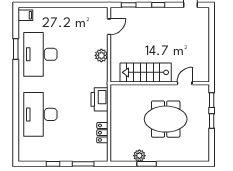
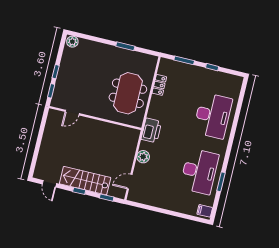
stairs: (146, 72) -> (85, 181), moved, turned 180
printer: (100, 99) -> (151, 130), moved
meeting table: (166, 119) -> (128, 93), moved, turned 90
plant: (139, 156) -> (72, 42), moved

